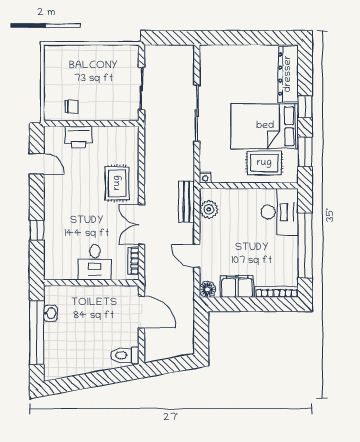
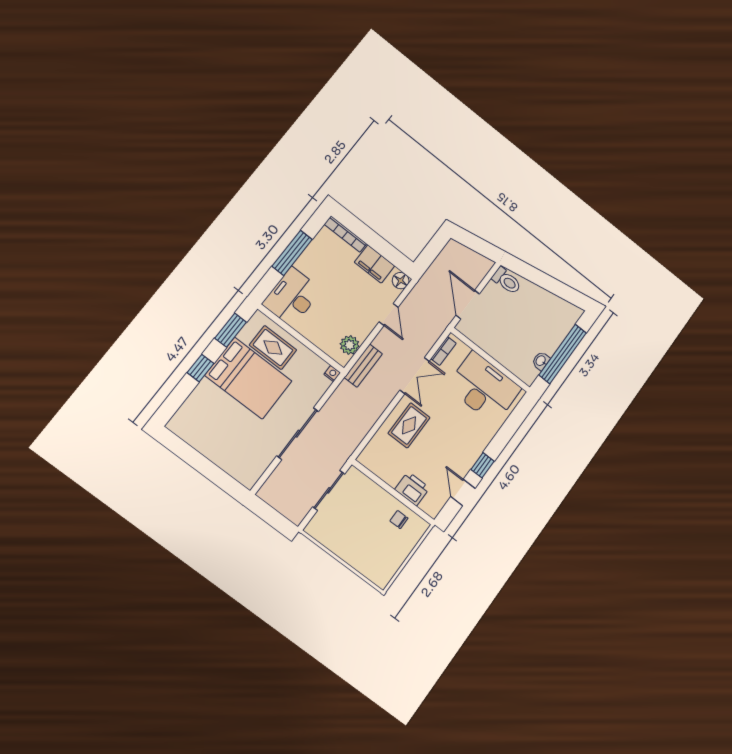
dresser: (288, 74) -> (193, 408), removed
window: (37, 230) -> (482, 465), moved
window: (305, 245) -> (292, 253), width x0.68
desk: (95, 262) -> (484, 388), width x1.87, depth x1.30

